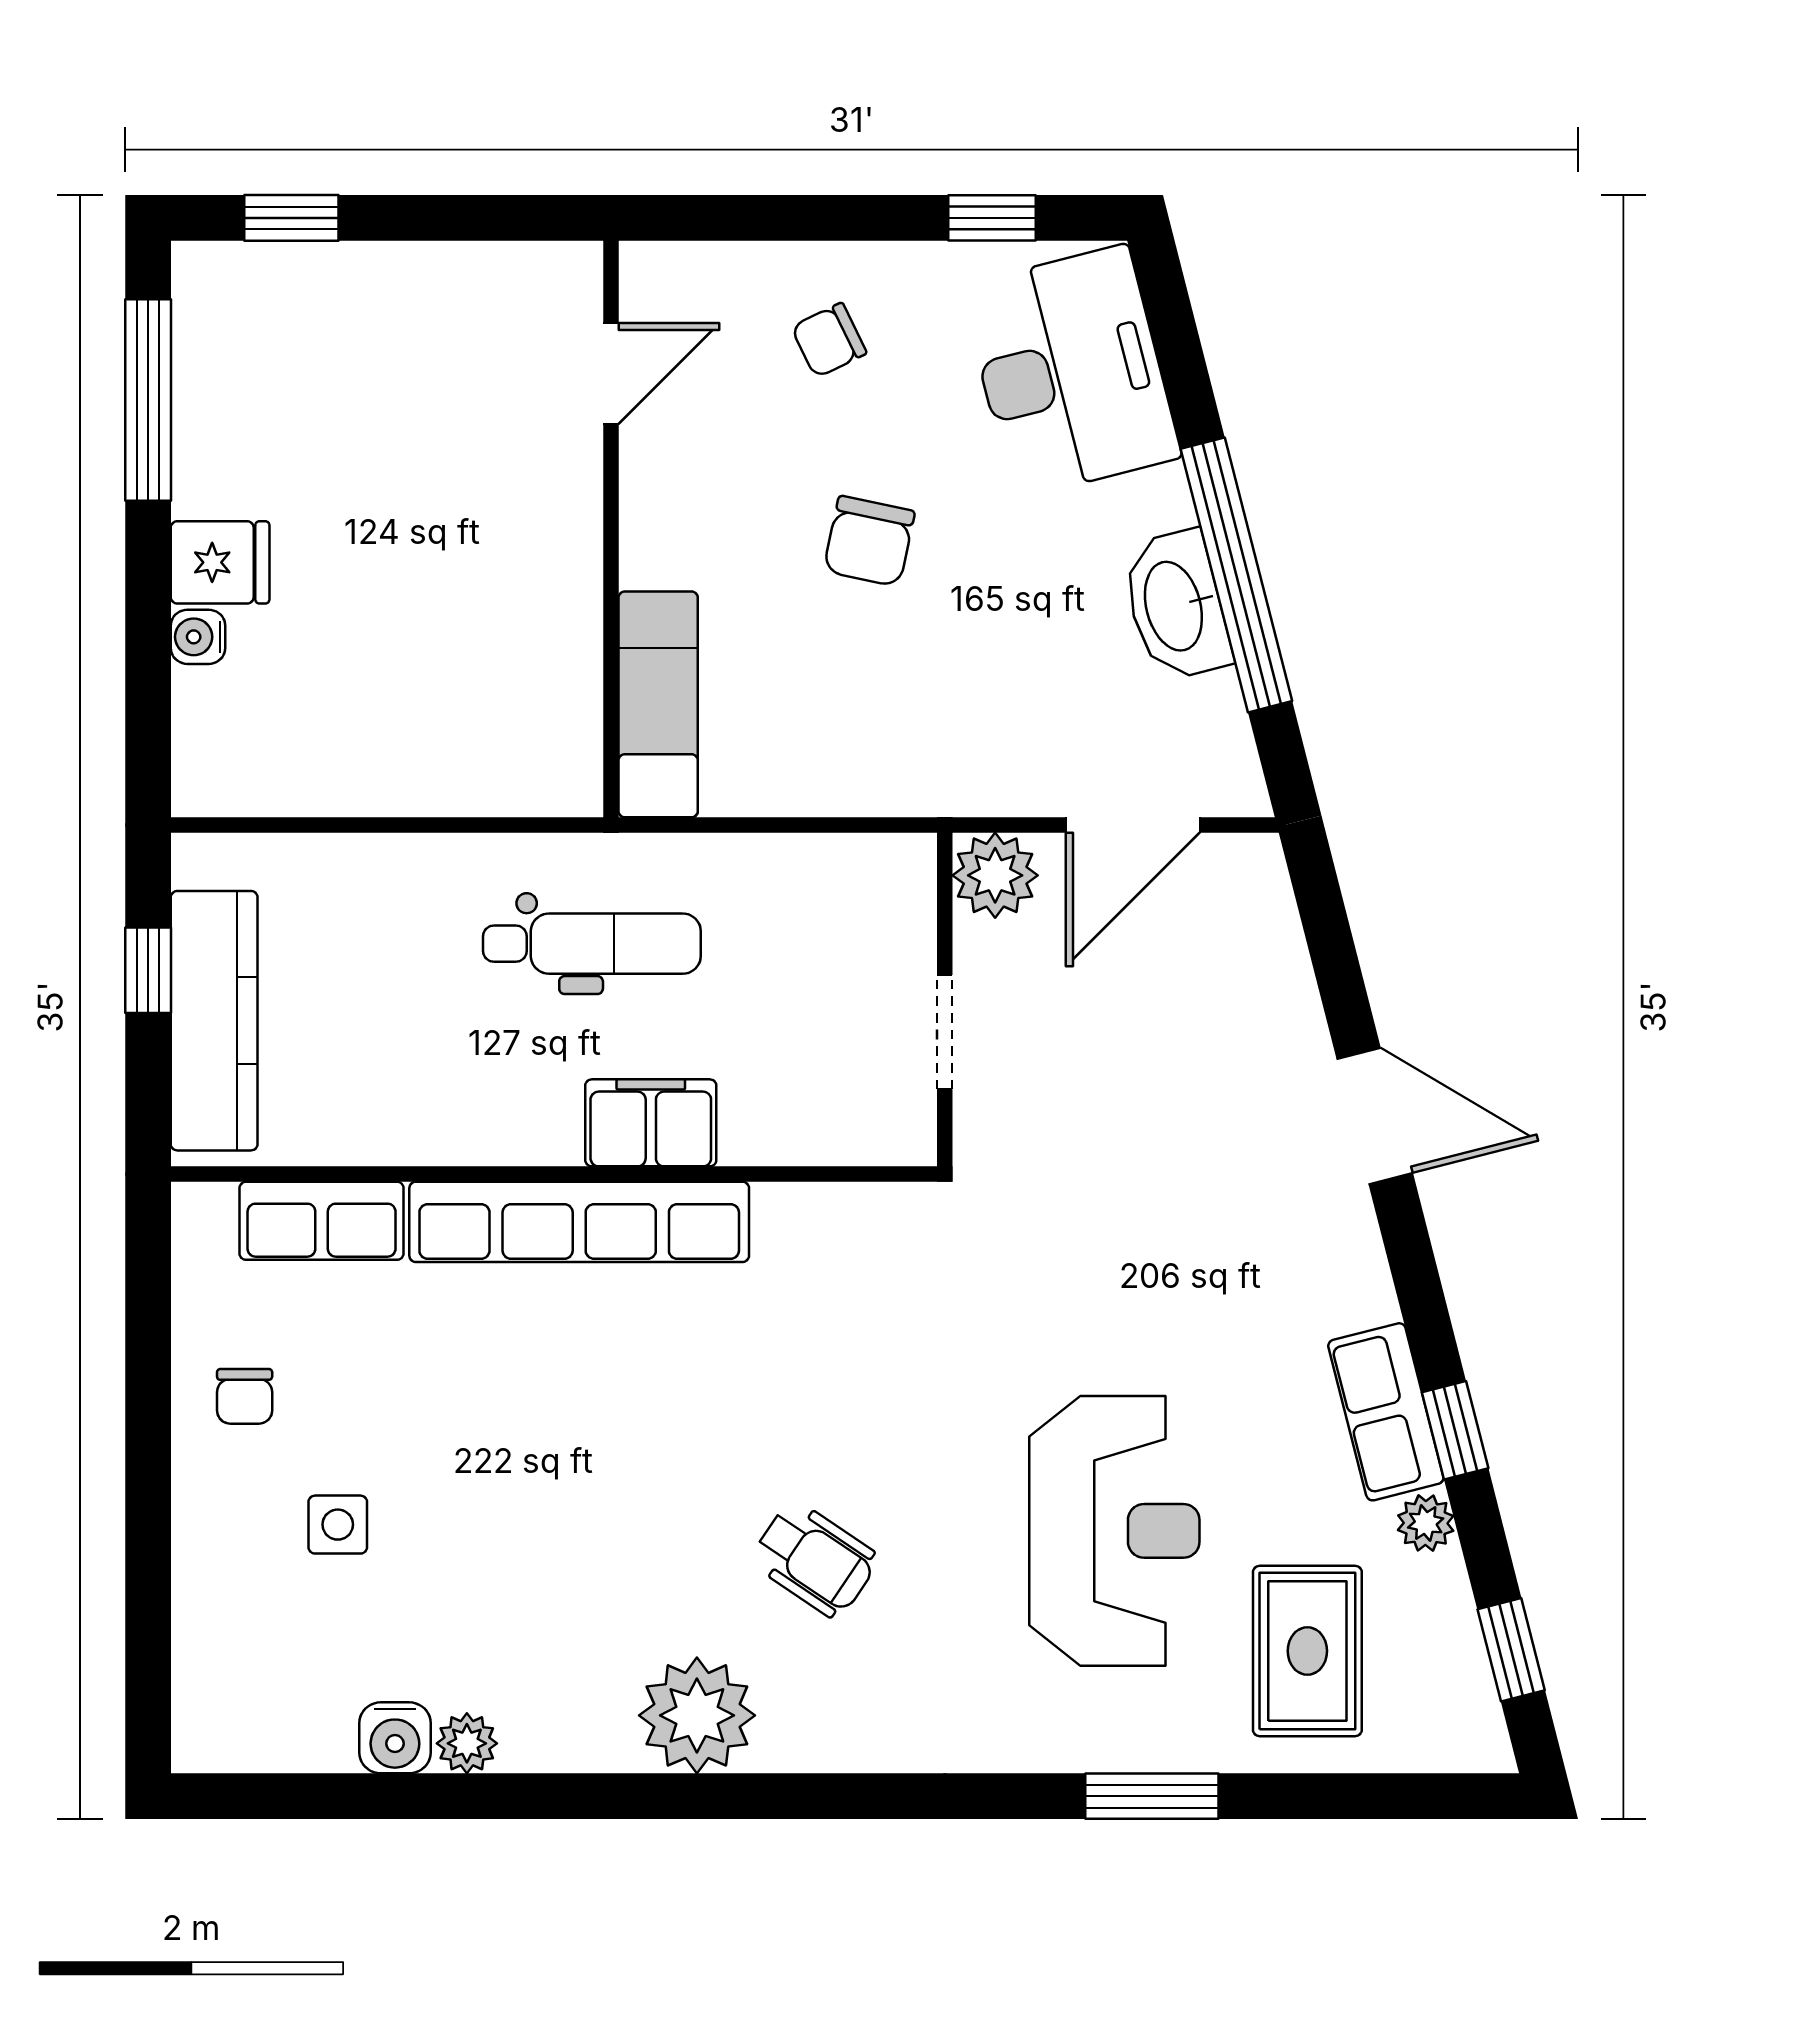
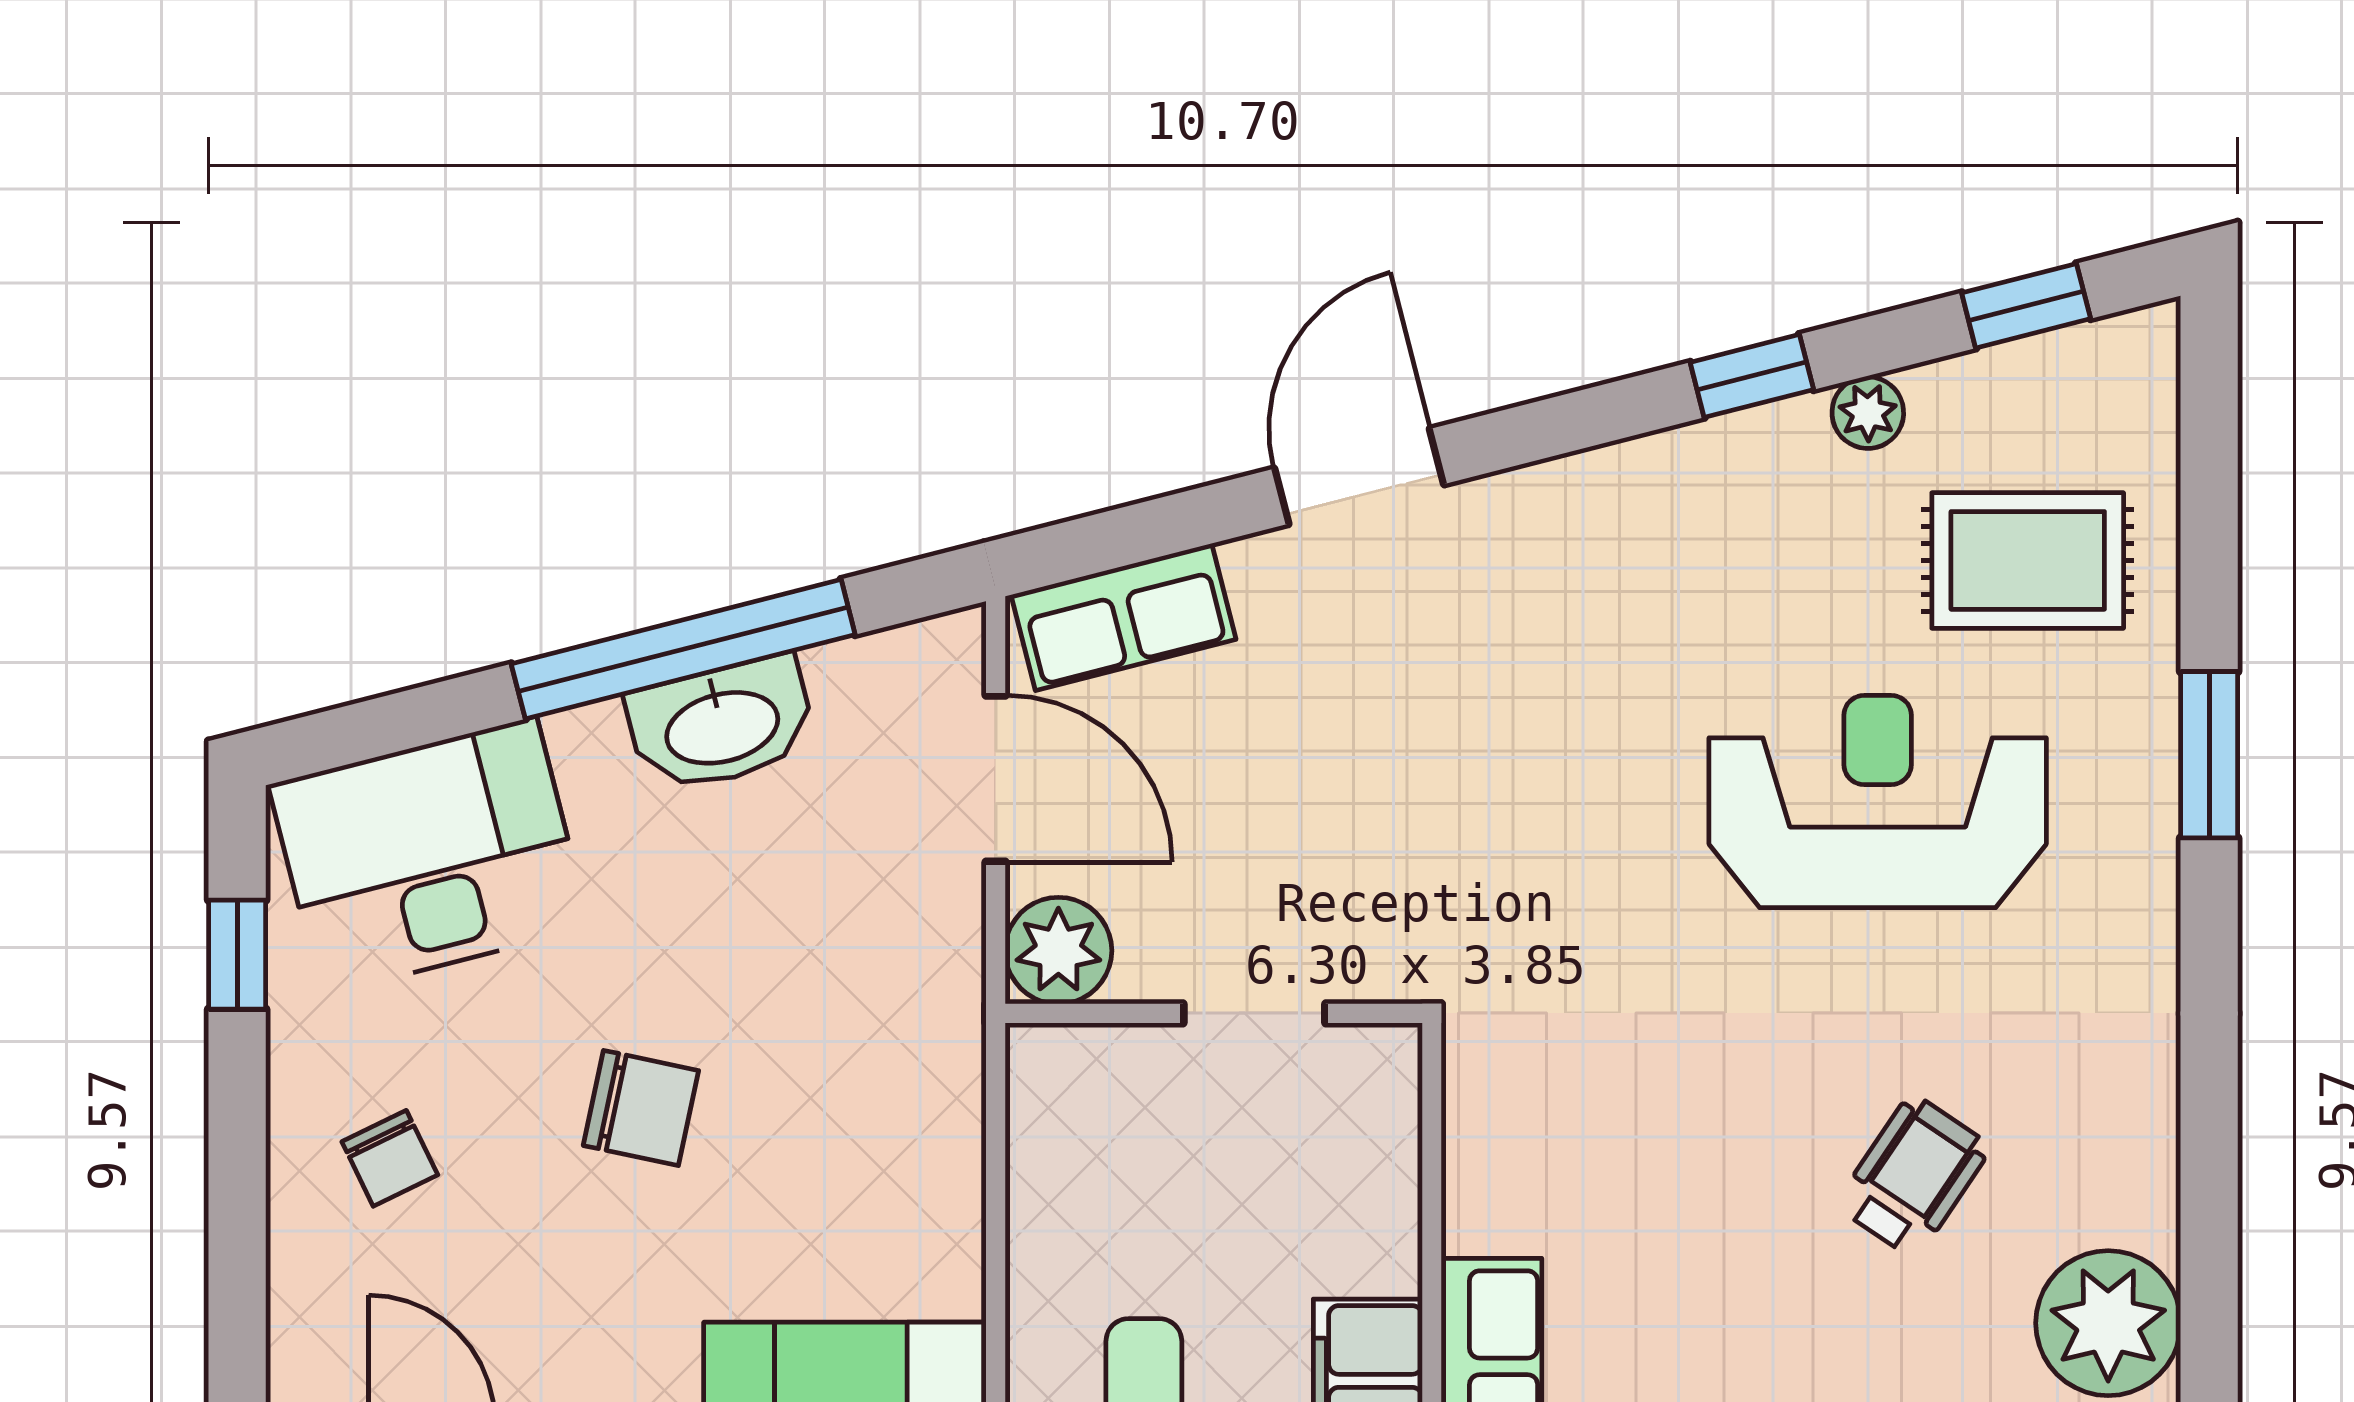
row of seats: (1386, 1412) -> (1123, 617), moved

